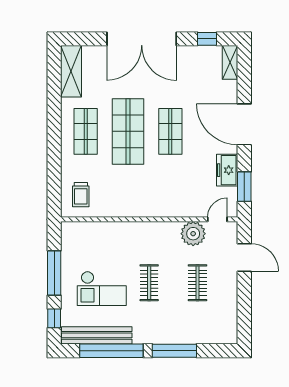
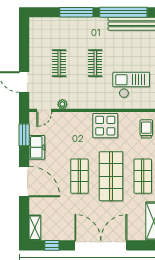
display table: (136, 199) -> (105, 126), added
plant: (193, 234) -> (62, 104), width x0.53, depth x0.53
checkout: (102, 288) -> (131, 85), moved

